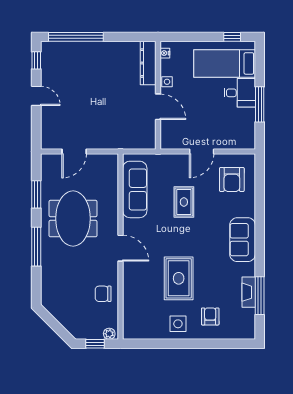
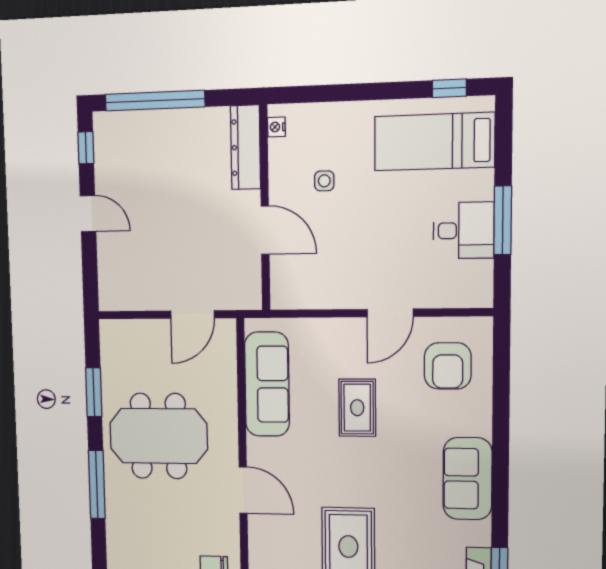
nightstand: (165, 53) -> (276, 127), moved
dresser: (148, 63) -> (245, 147), moved
desk: (240, 93) -> (464, 230), moved
wall: (158, 95) -> (265, 208), moved
door: (158, 107) -> (265, 230), moved
door: (74, 151) -> (192, 315), moved
meeting table: (73, 219) -> (159, 436), turned 90

